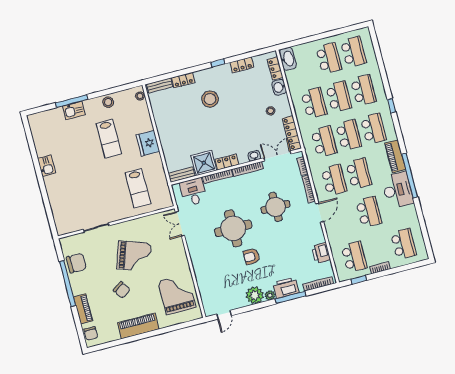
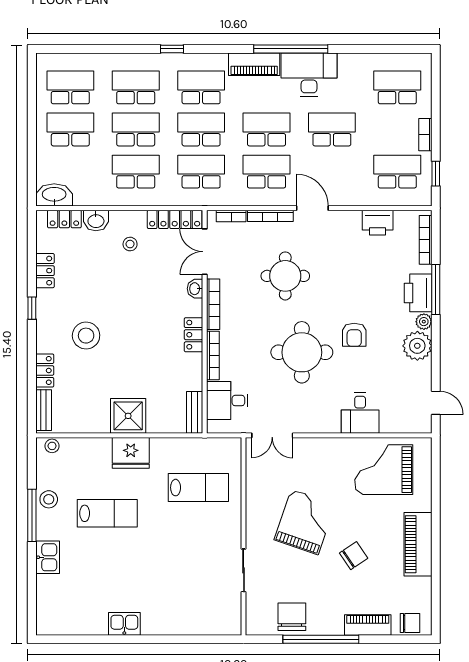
window: (72, 101) -> (32, 515), moved
shower: (204, 163) -> (128, 416), moved
desk: (206, 272) -> (360, 413), added

